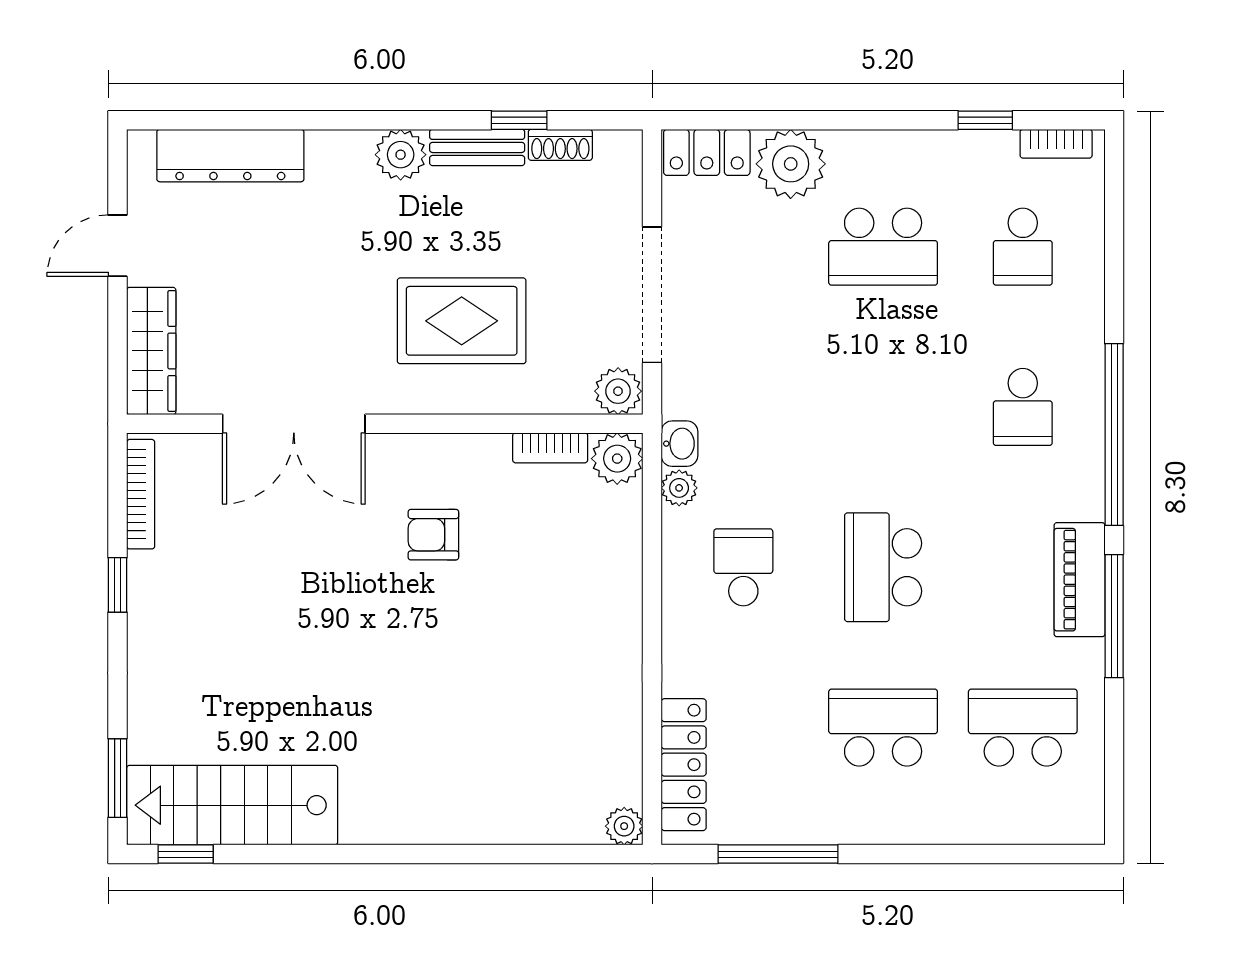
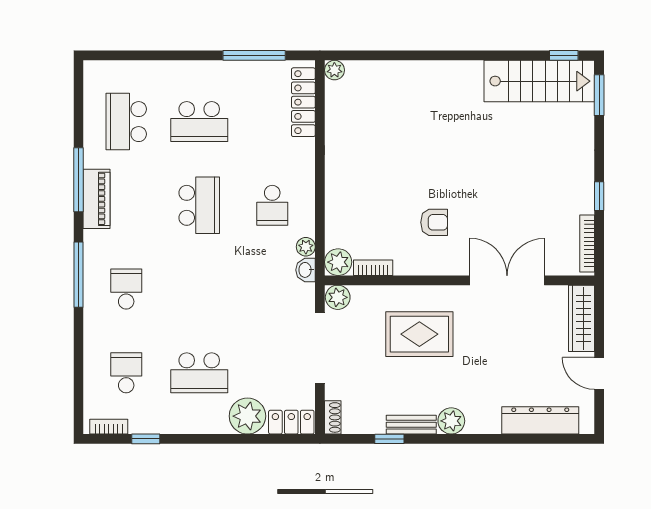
shoe rack: (560, 145) -> (333, 417), moved, turned 90
door: (118, 246) -> (599, 373), swing flipped
school desk: (883, 247) -> (199, 373), turned 180
window: (1114, 434) -> (78, 275), width x0.68
school desk: (1023, 728) -> (126, 122), turned 90

